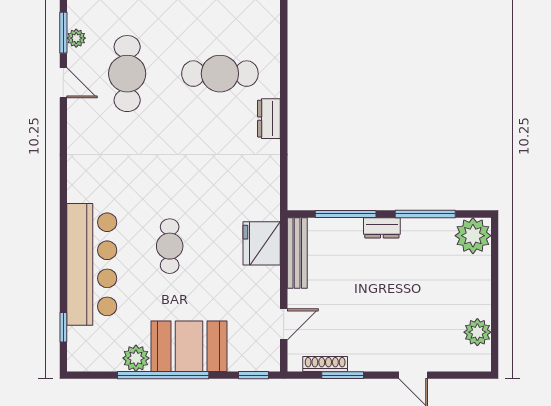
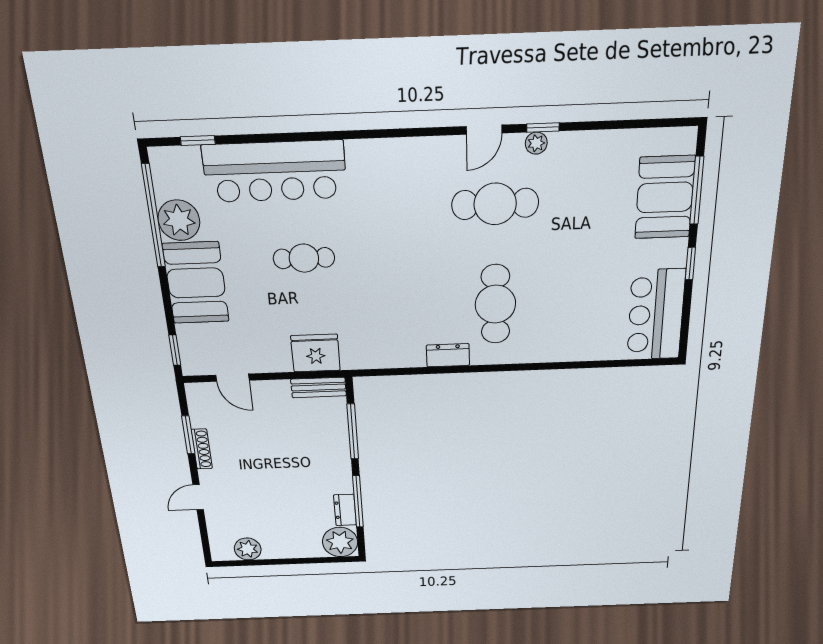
window: (63, 33) -> (543, 127), width x0.67
dresser: (382, 228) -> (345, 510), moved
bench: (297, 253) -> (319, 387), width x0.73
plant: (136, 358) -> (179, 220), width x1.36, depth x1.36
shoe rack: (325, 364) -> (202, 449), moved
window: (163, 375) -> (153, 216), moved

